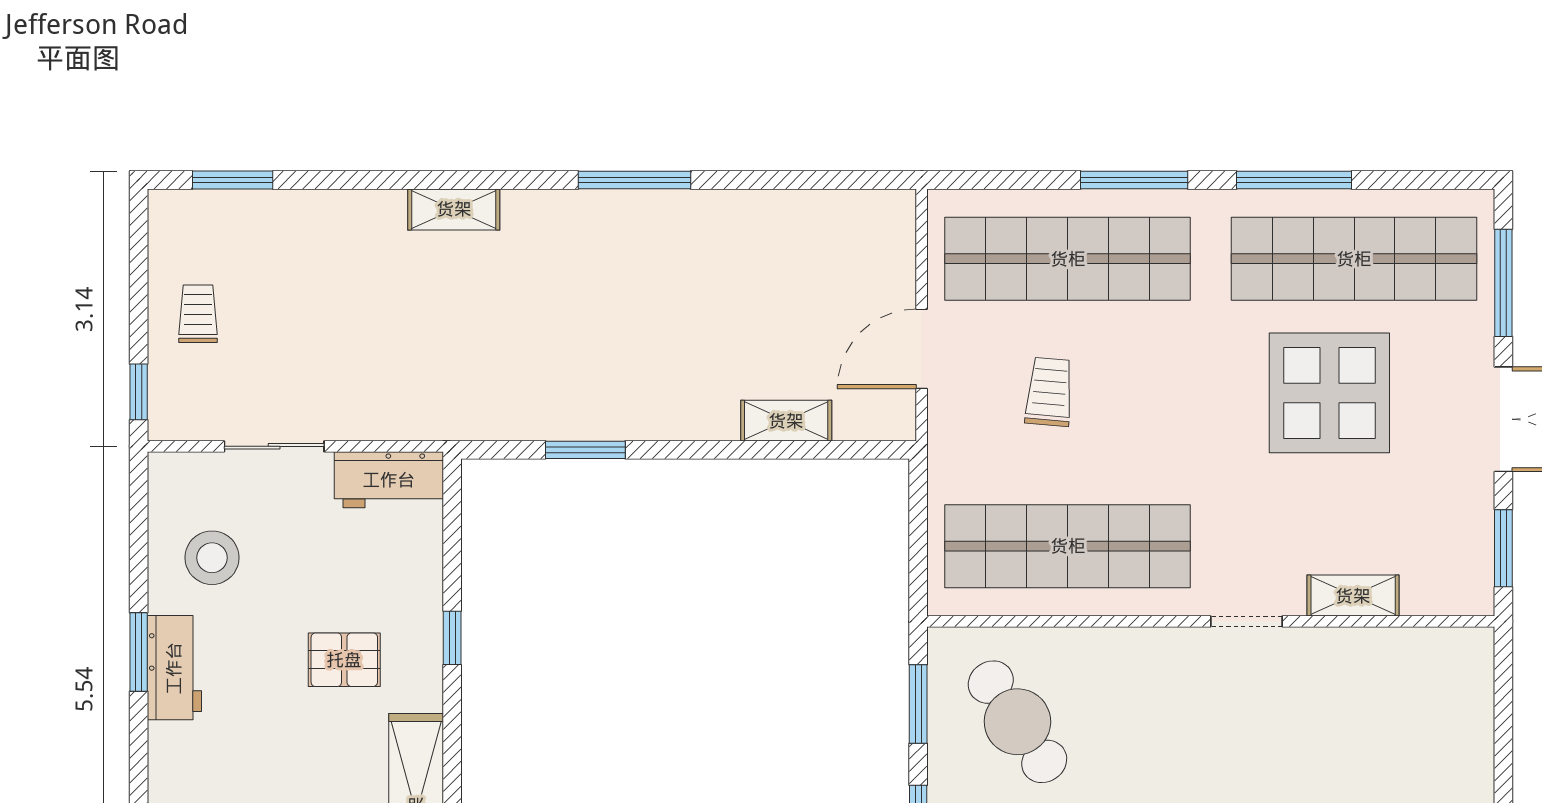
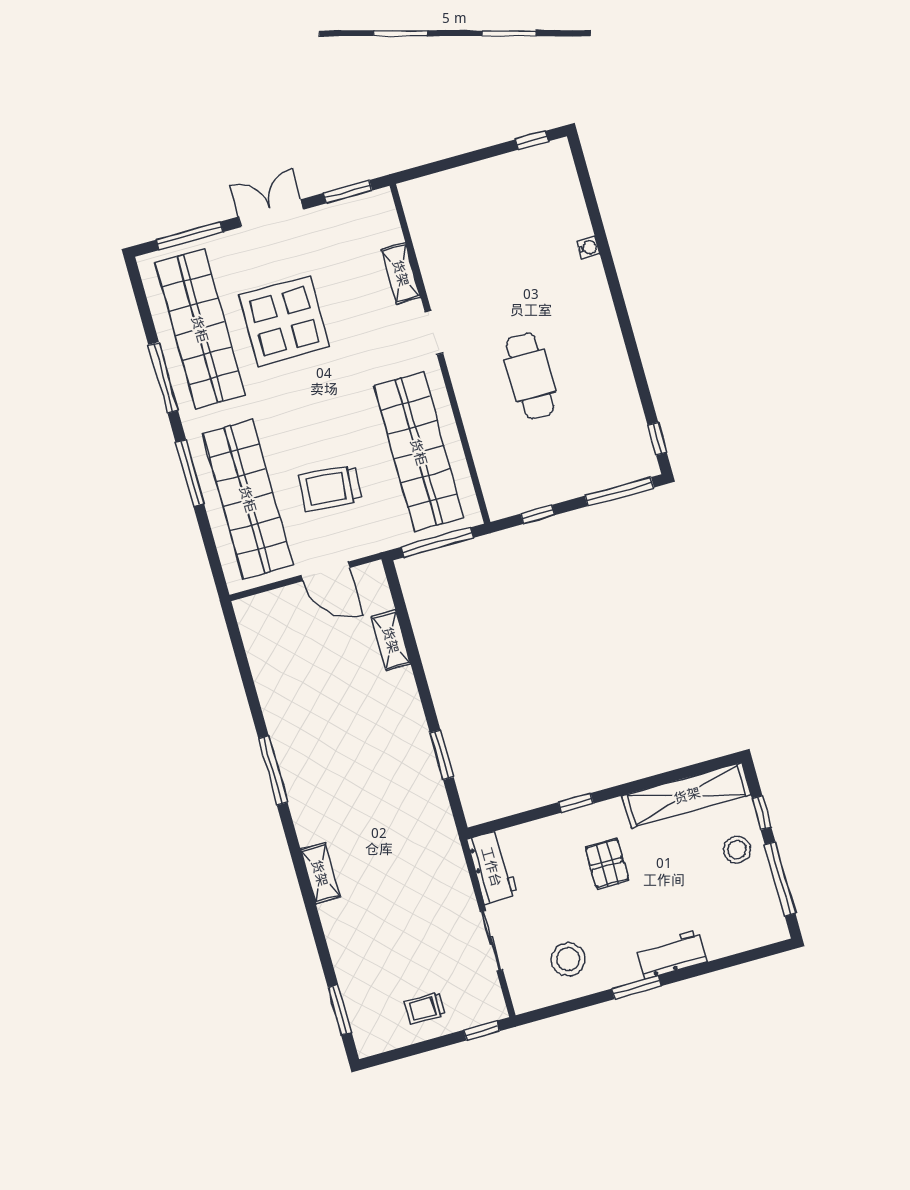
trolley: (1049, 392) -> (330, 488), width x1.36, depth x1.39
window: (918, 535) -> (437, 542), added
workbench: (174, 668) -> (671, 955), moved
window: (918, 704) -> (538, 514), width x0.67
cafe table: (1017, 722) -> (530, 376), moved, turned -56

